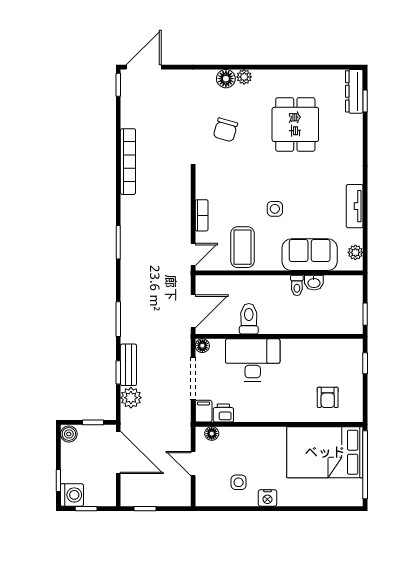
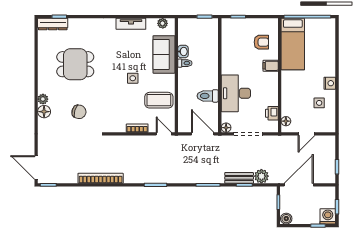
filing cabinet: (204, 411) -> (271, 66), moved
bed: (325, 452) -> (293, 44), width x0.67

